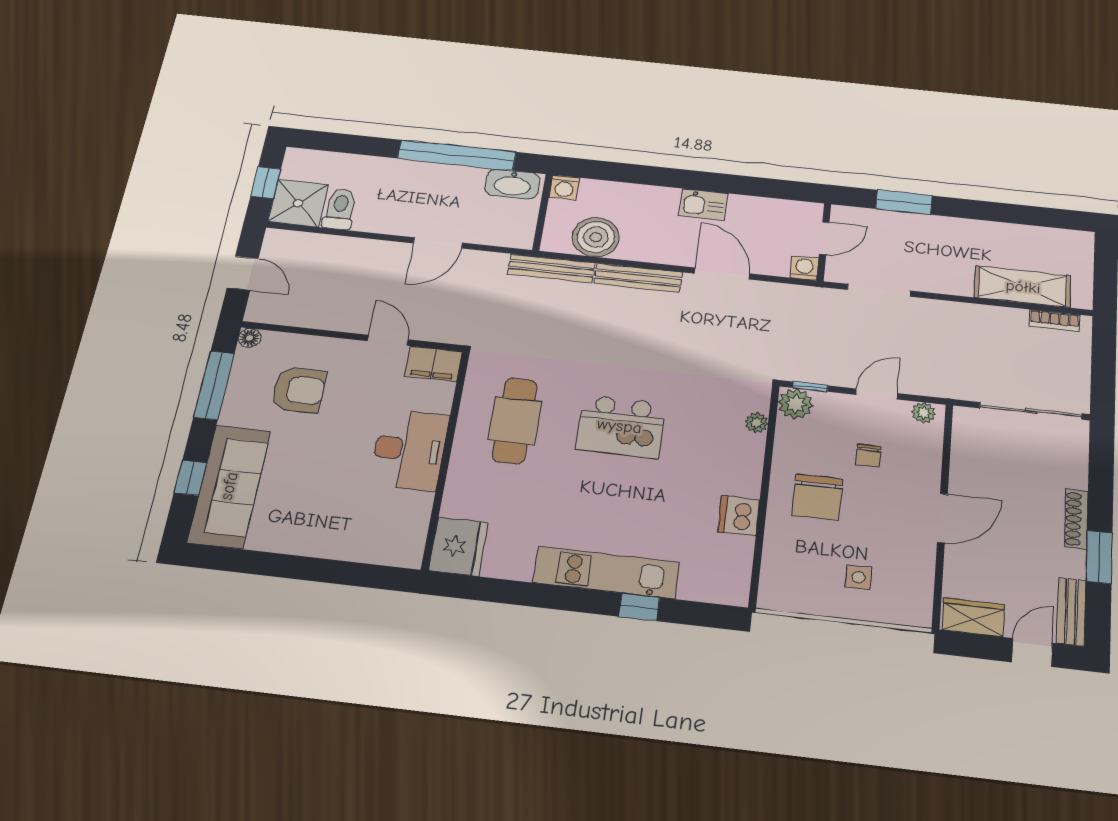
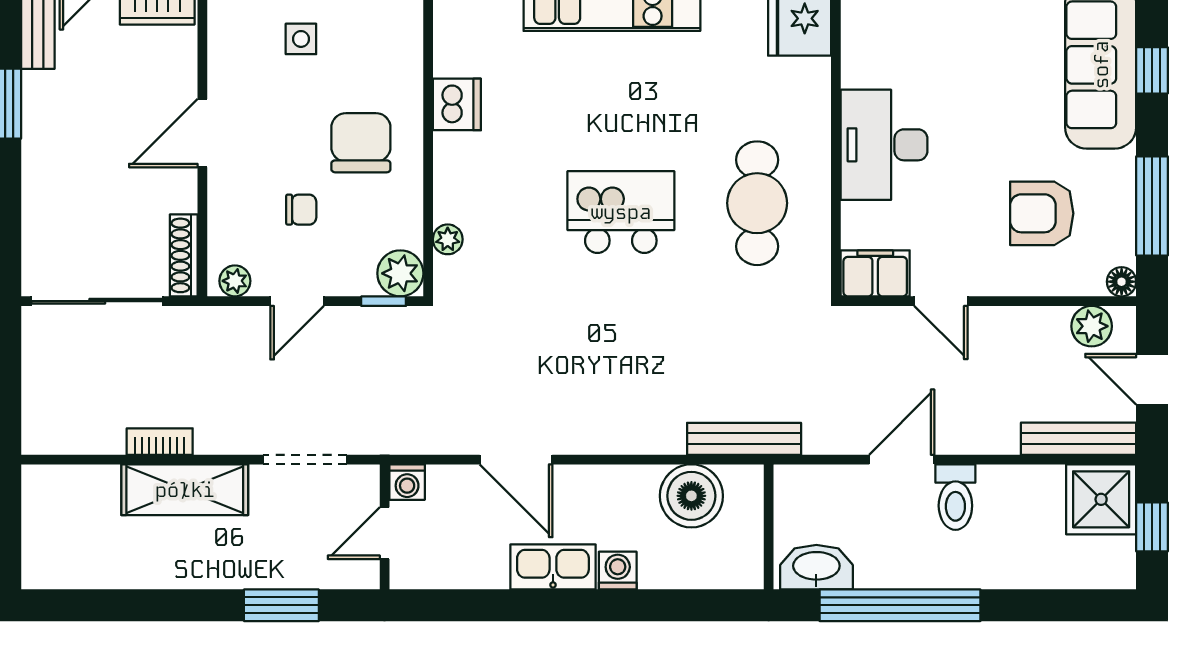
washing machine: (564, 188) -> (618, 571), moved
kitchen sink: (703, 204) -> (553, 567), width x1.38
toilet: (340, 209) -> (955, 497), moved
bench: (638, 278) -> (1079, 439), moved
shelving: (1023, 287) -> (185, 490), moved
plant: (279, 312) -> (1092, 326), added
bookcase: (1055, 321) -> (160, 442), moved
chair: (868, 456) -> (301, 210), turned 90
shoe rack: (1076, 519) -> (184, 255), moved, turned 180

